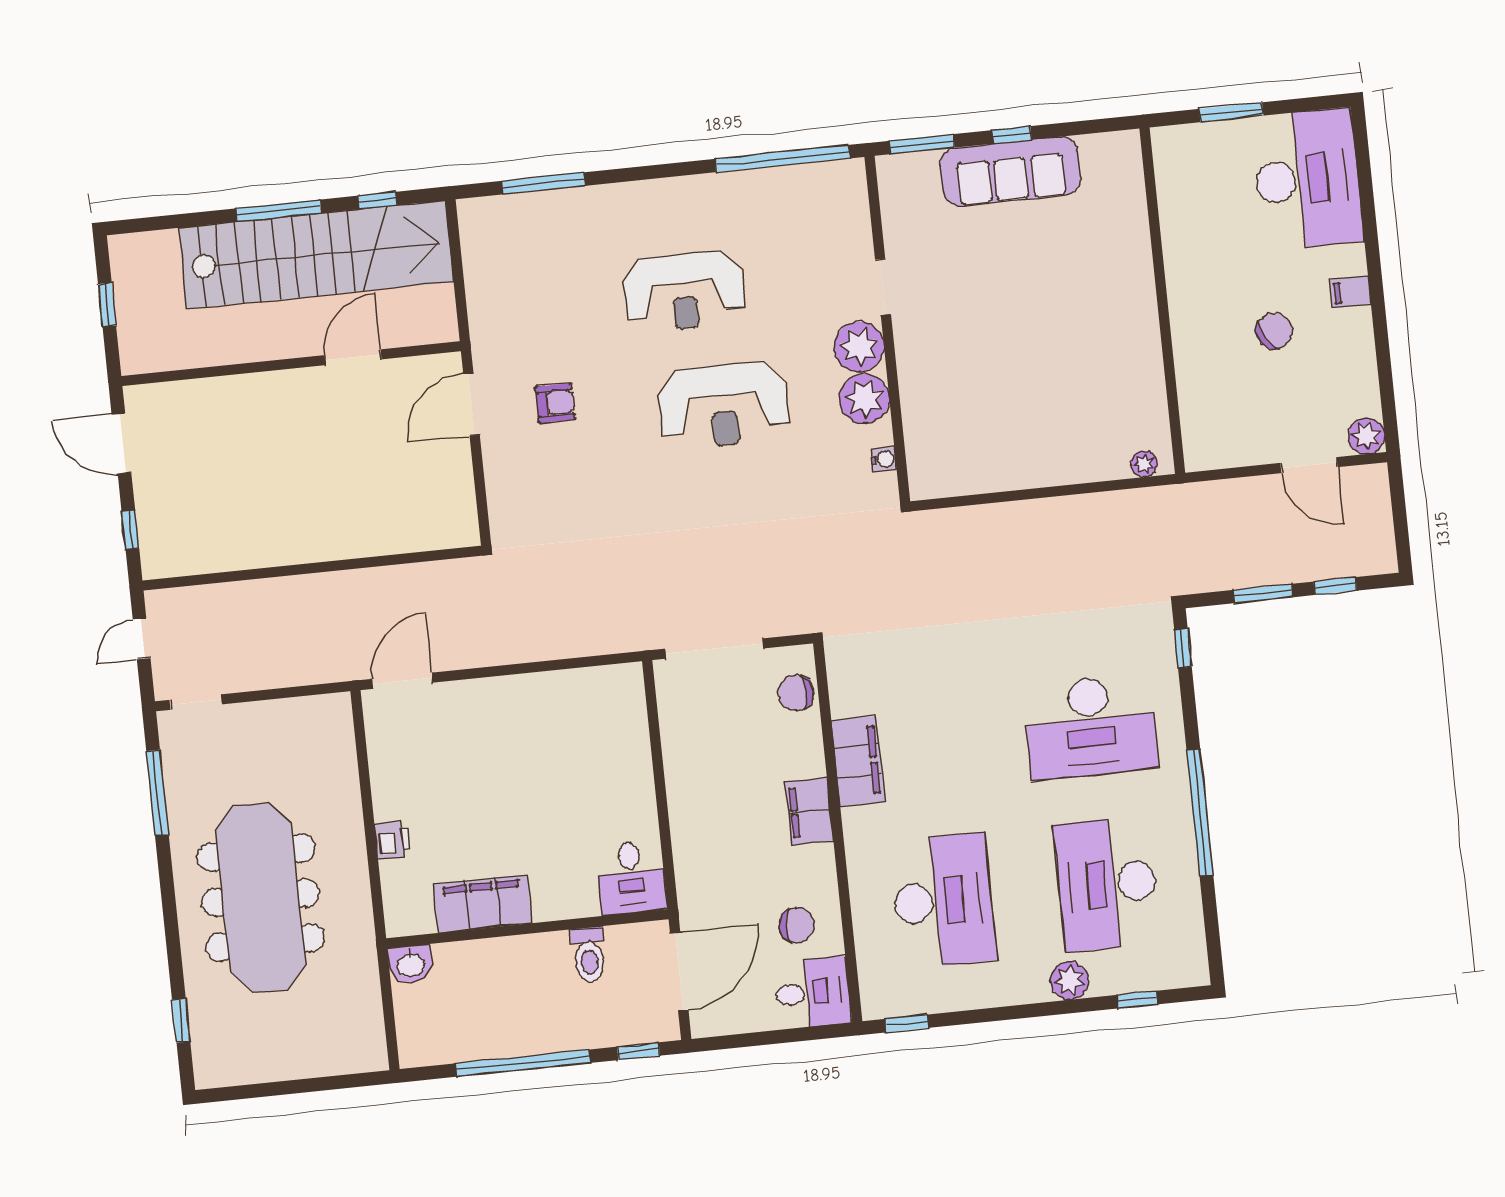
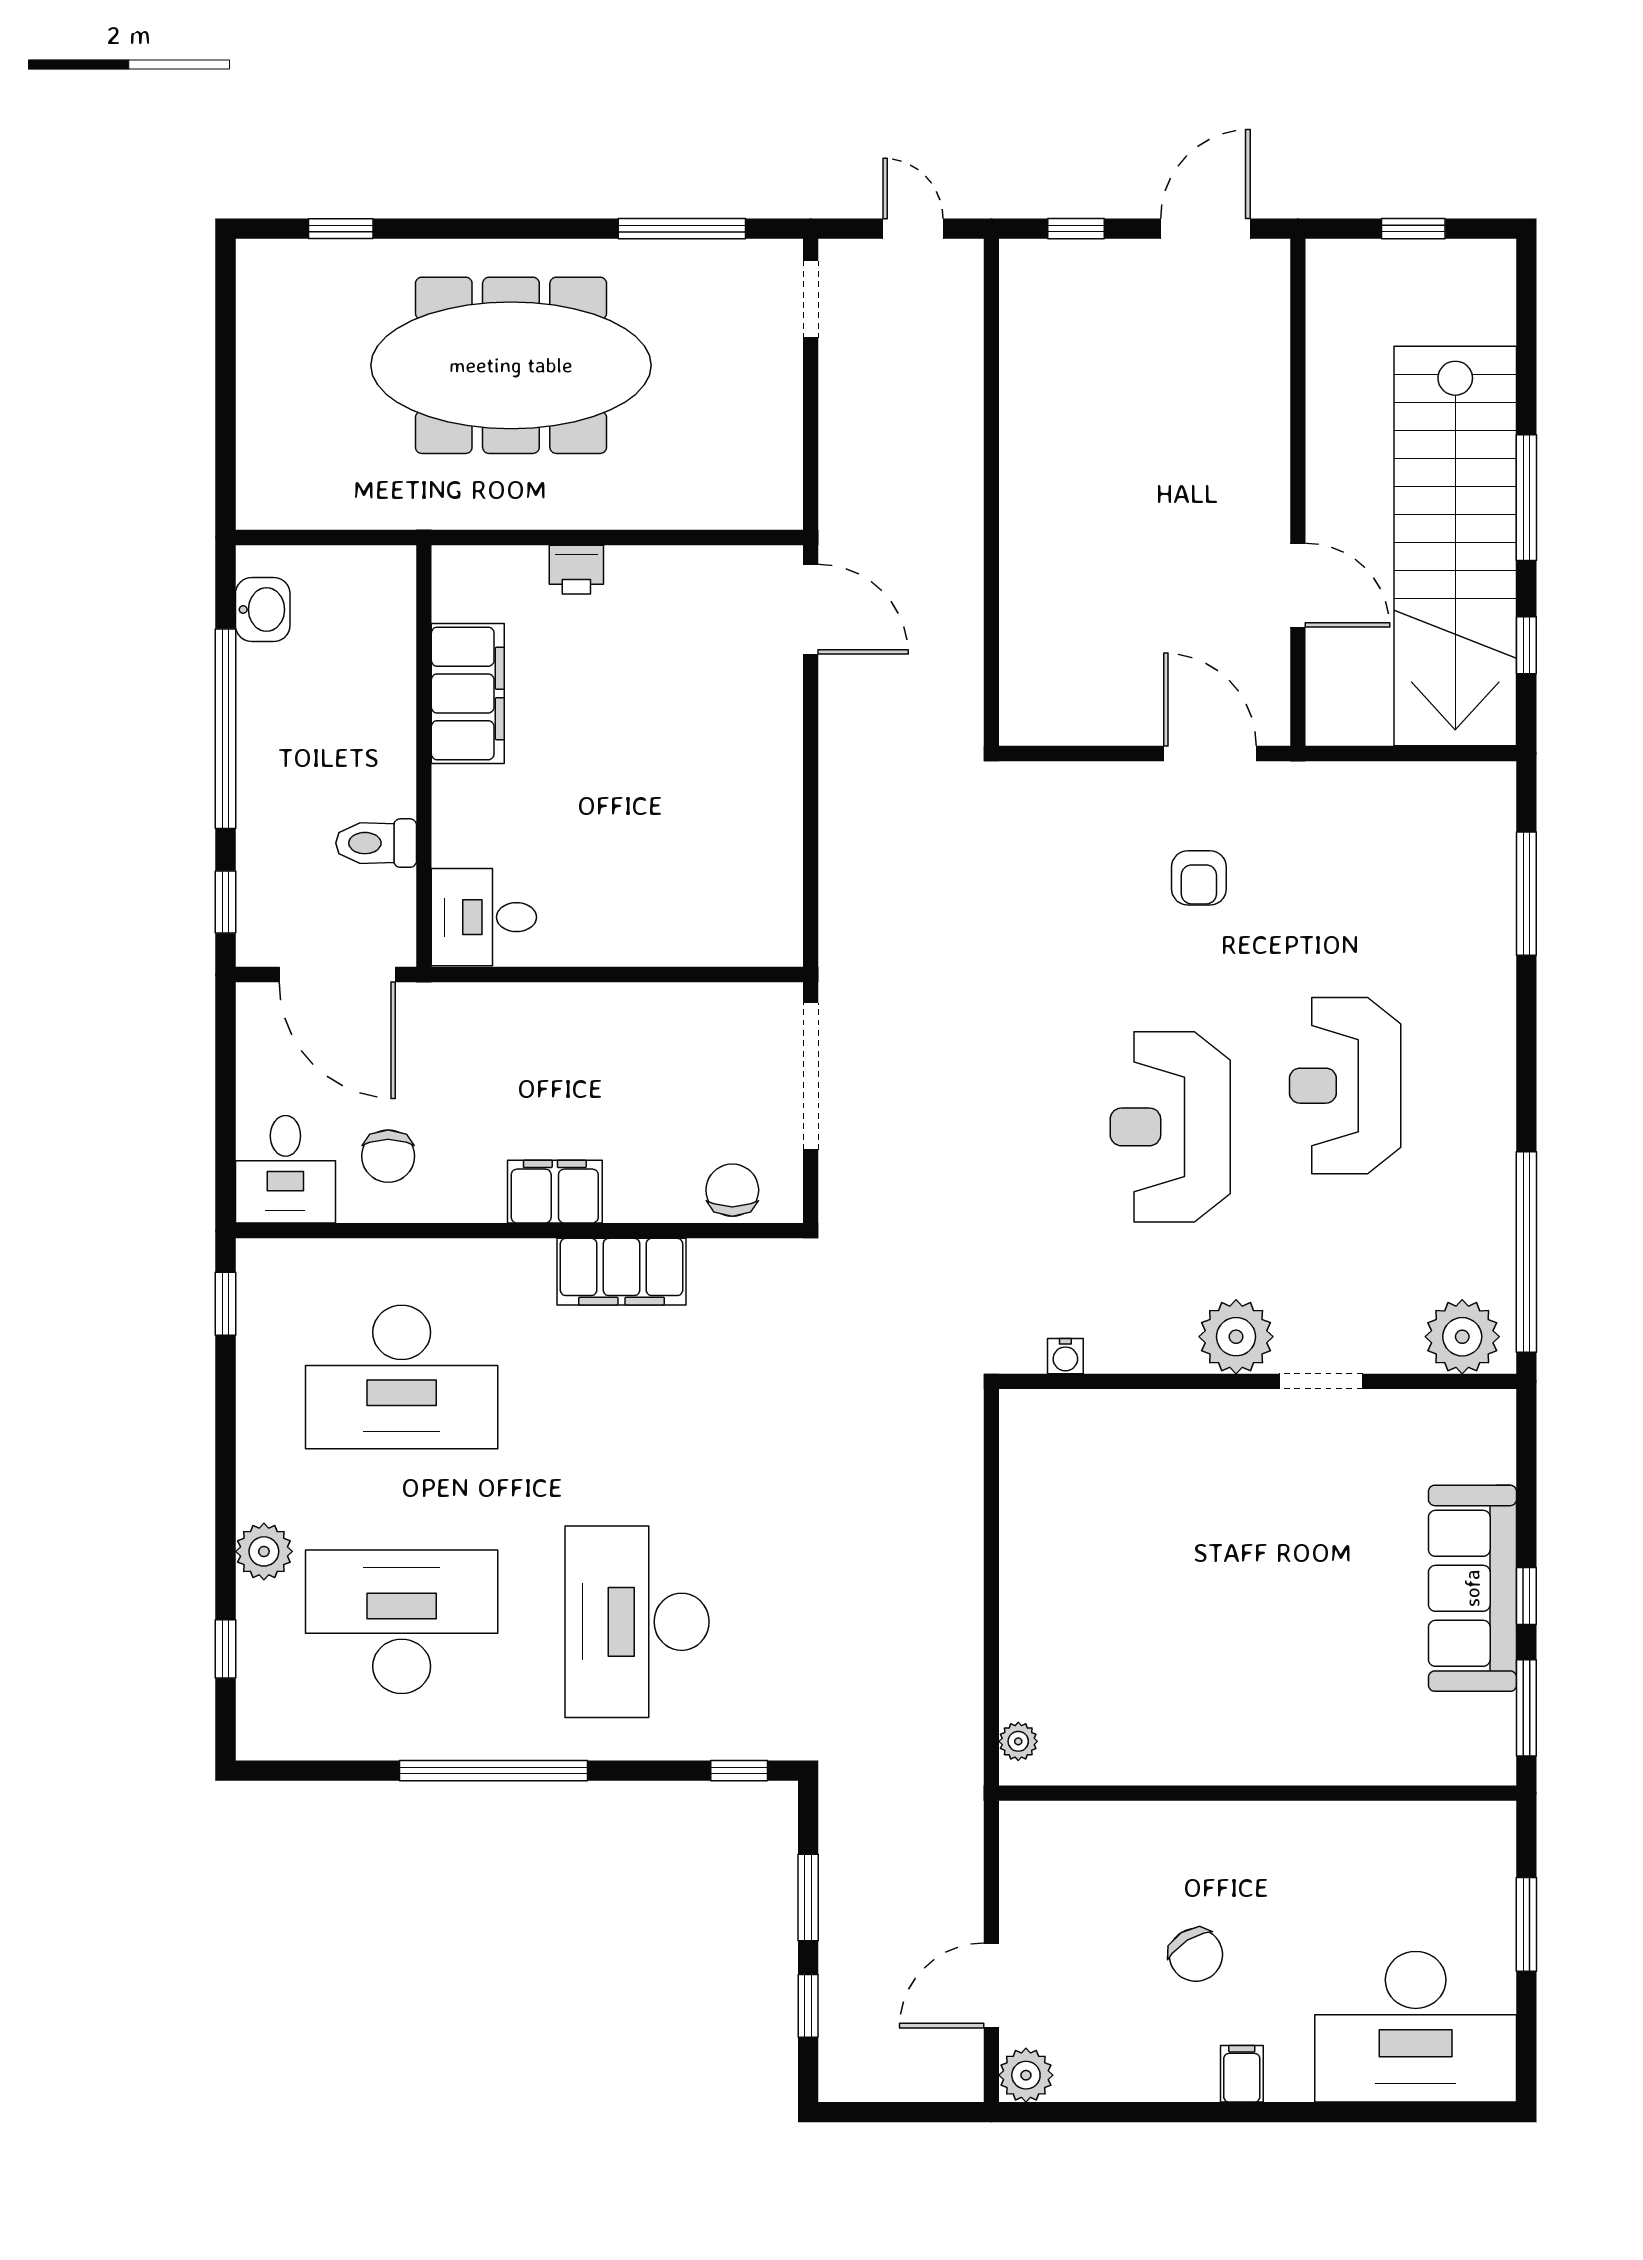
window: (922, 144) -> (1526, 1708), moved
plant: (864, 399) -> (1462, 1337), moved
washbasin: (410, 964) -> (263, 610), moved, turned 180

